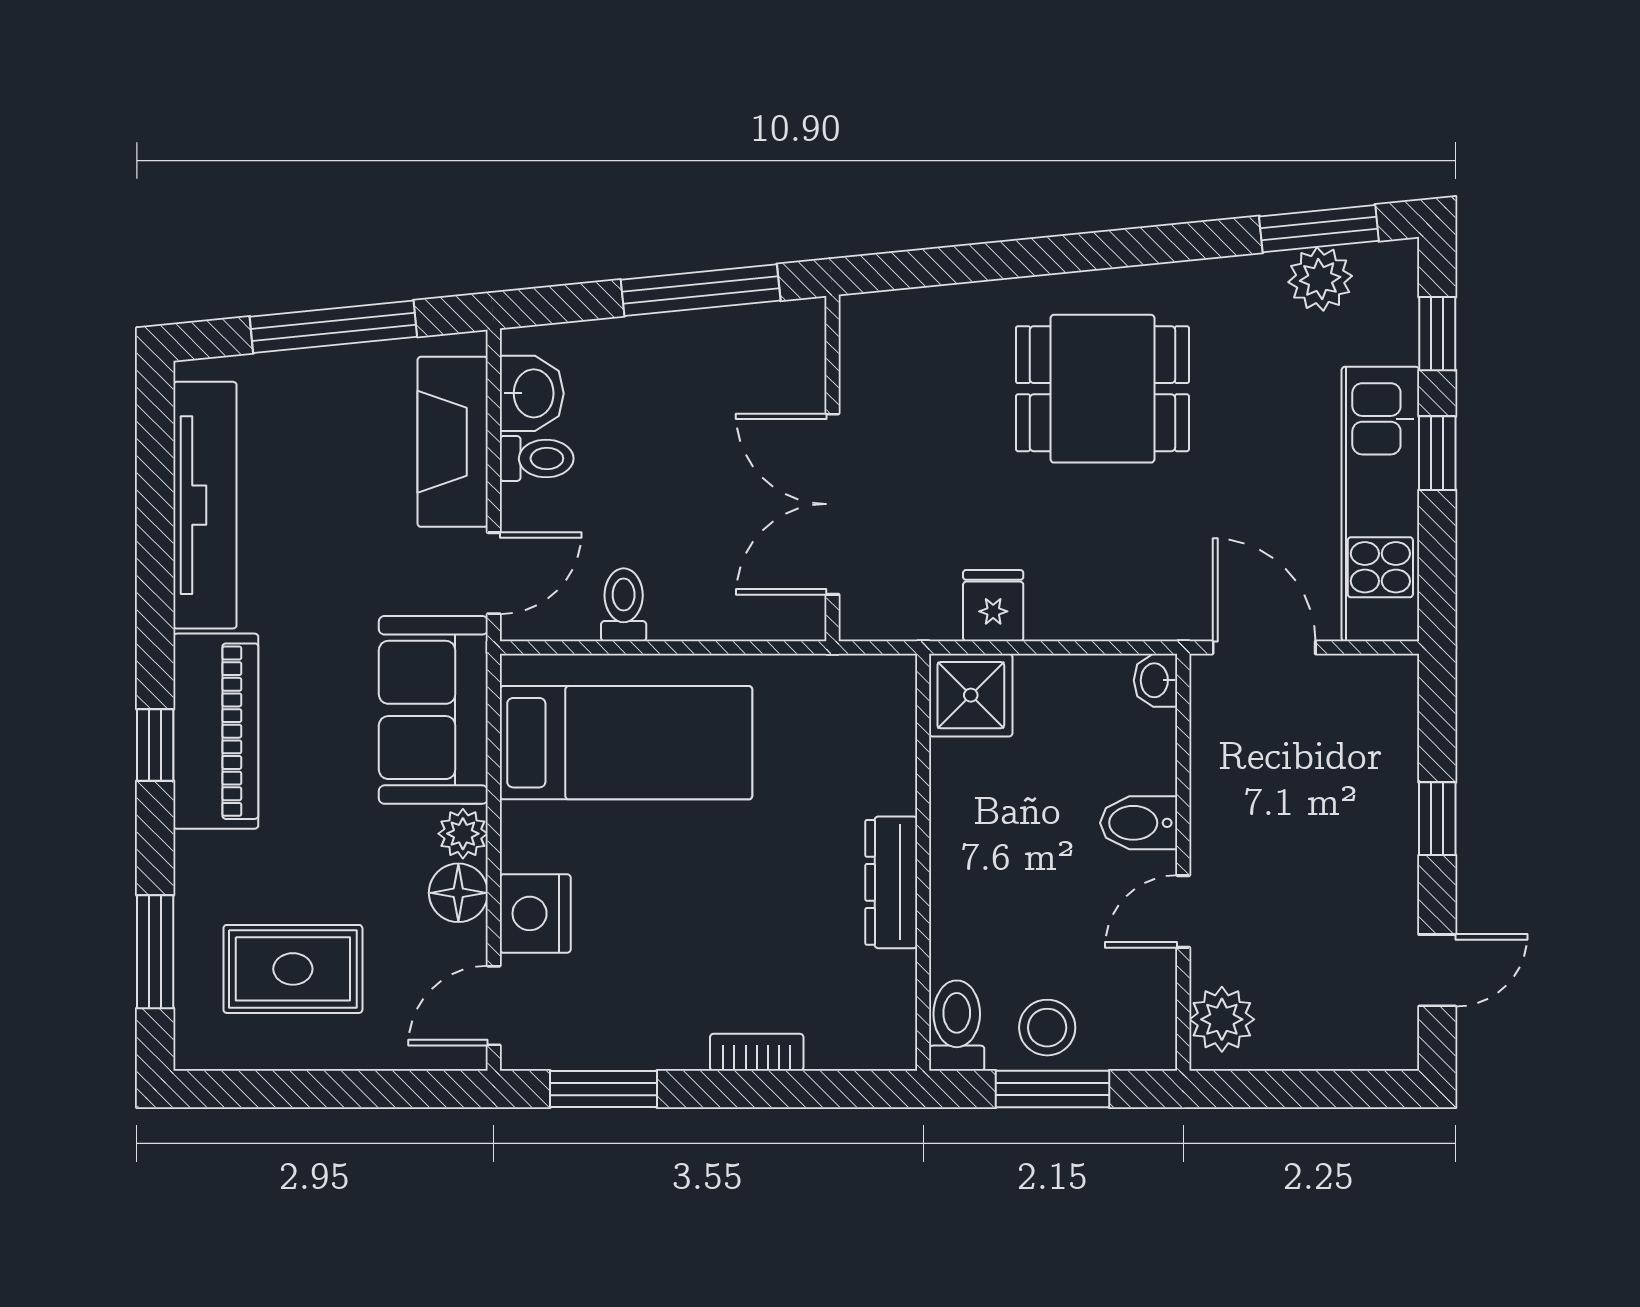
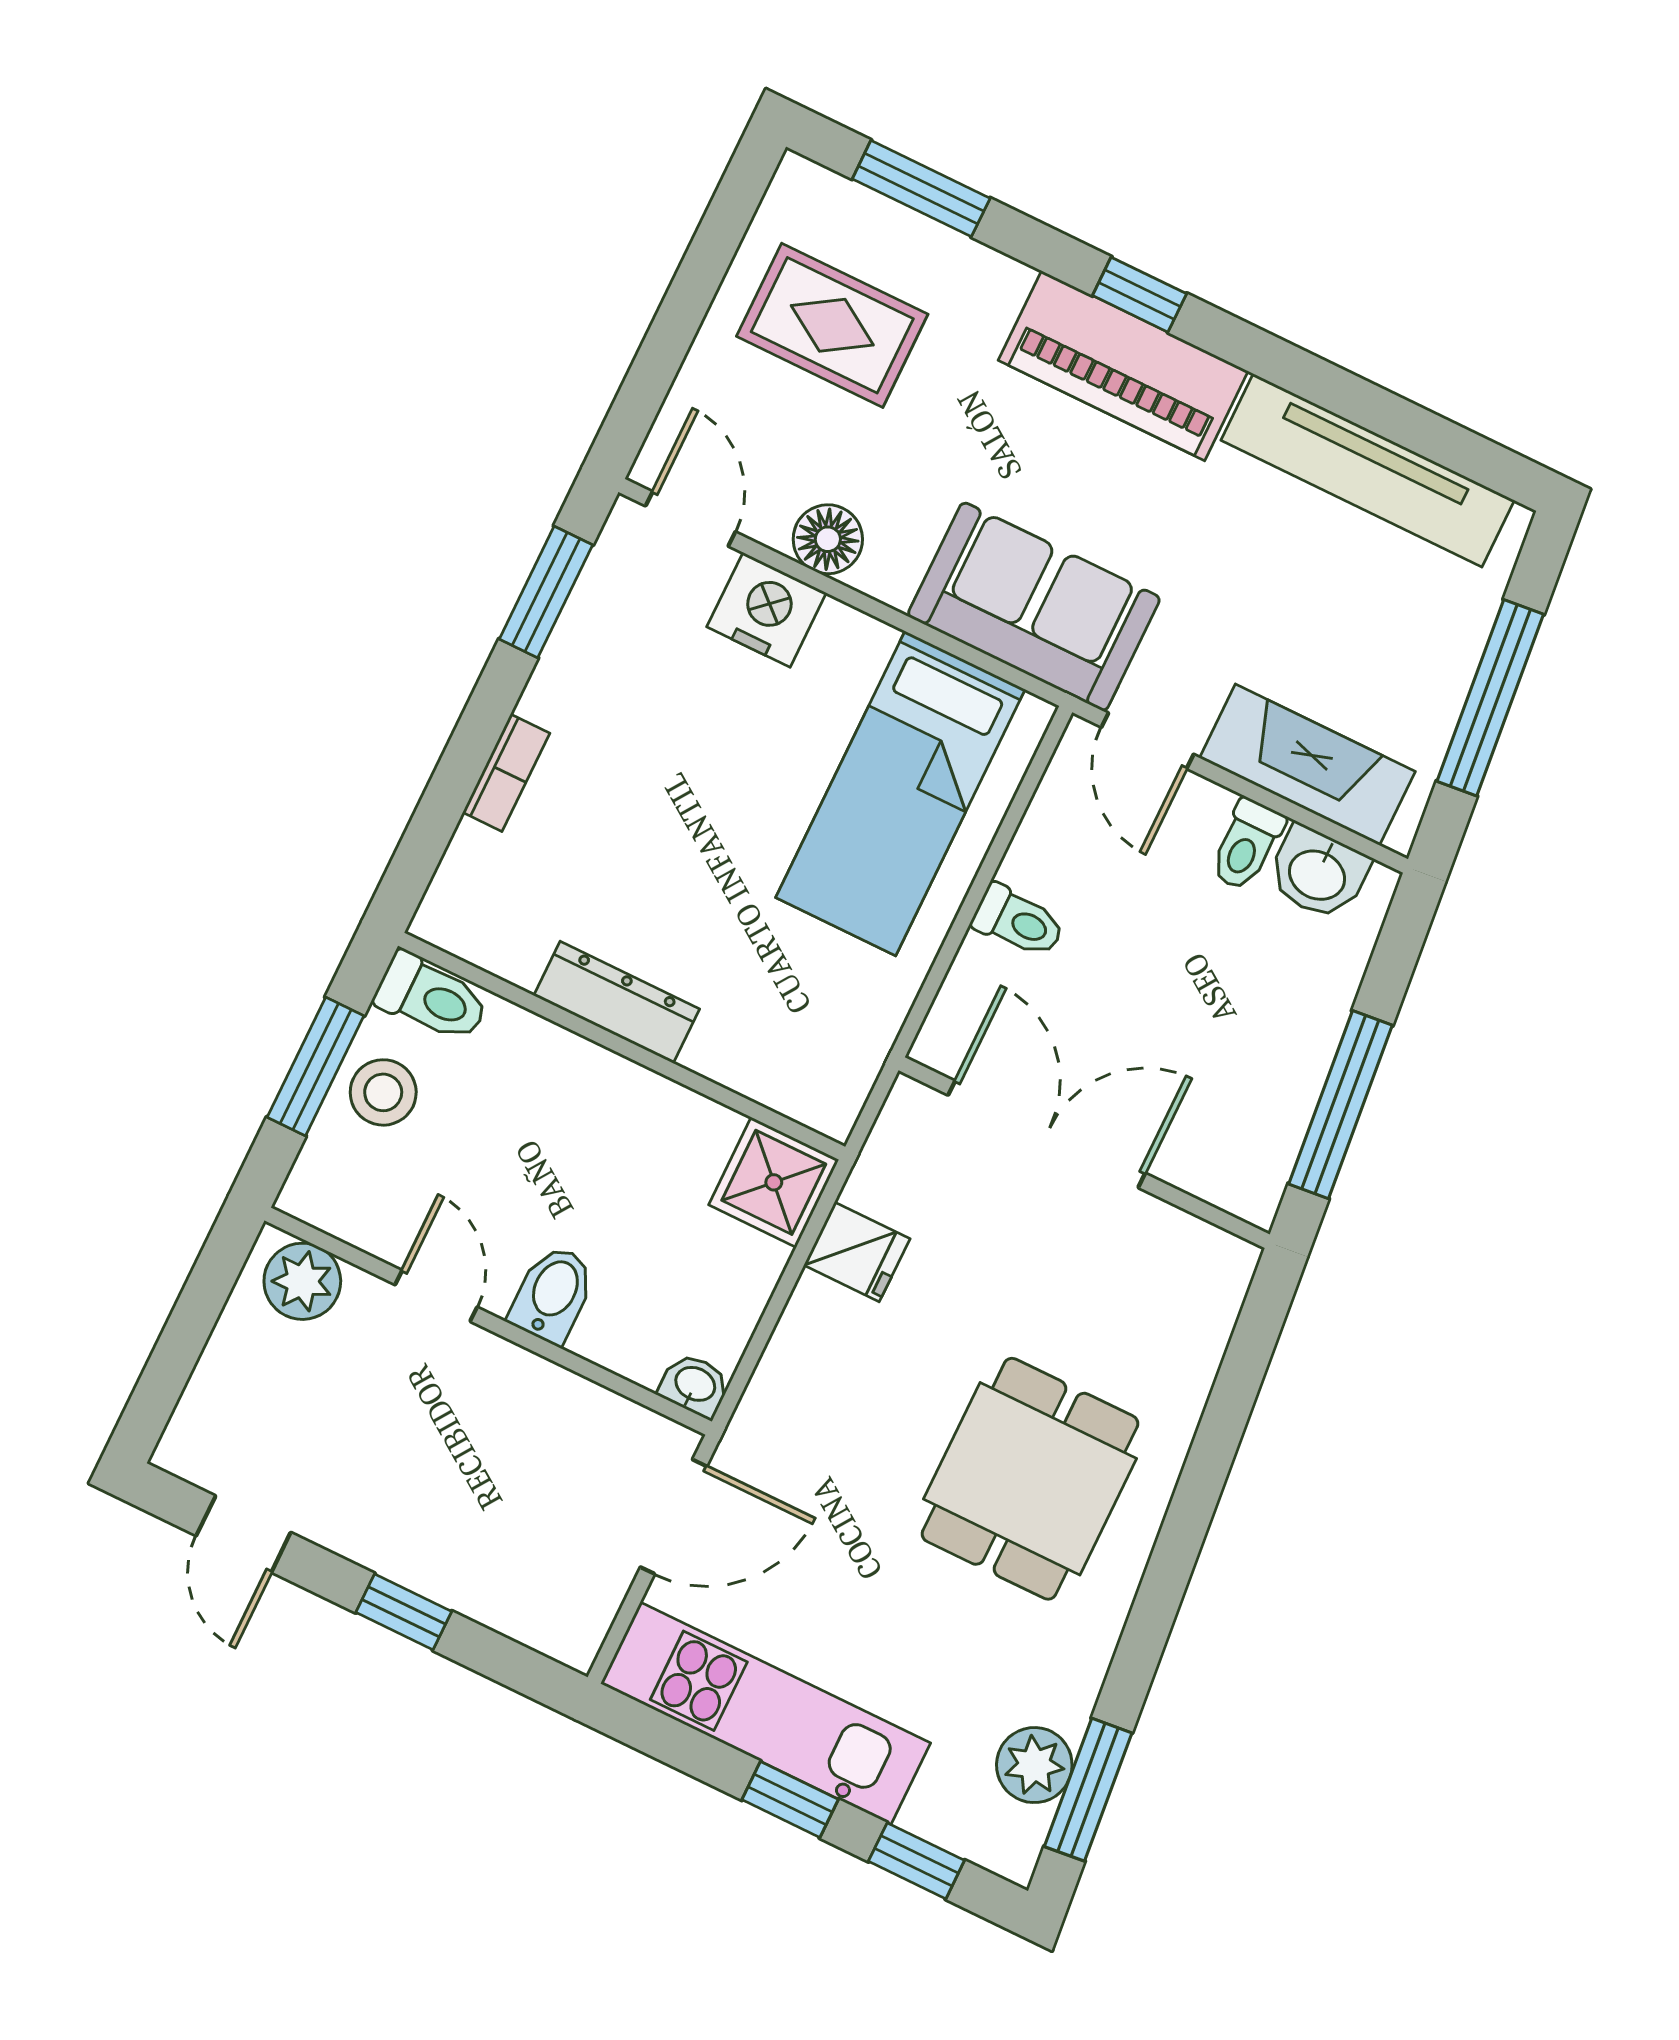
toilet: (624, 605) -> (1018, 921), moved
plant: (463, 834) -> (888, 574), removed
rug: (293, 969) -> (832, 325), turned 90

